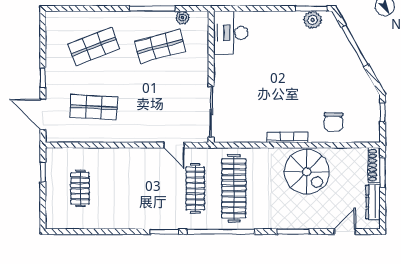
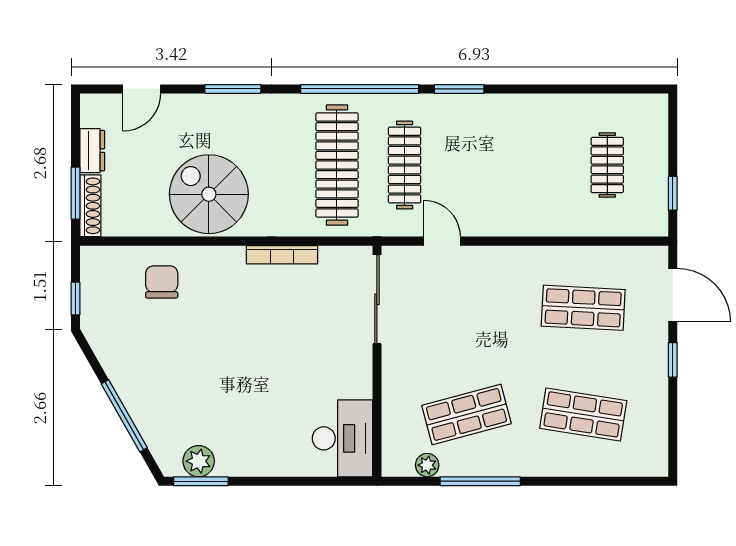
shop shelf: (94, 46) -> (583, 414), turned 30
bookcase: (287, 137) -> (282, 255), moved
dresser: (373, 202) -> (92, 151), width x0.70

